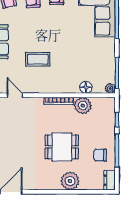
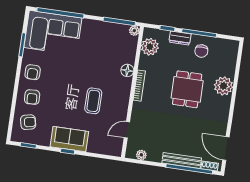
floor lamp: (86, 87) -> (127, 70), moved
plant: (83, 105) -> (150, 47), moved
dresser: (110, 180) -> (180, 38), moved

